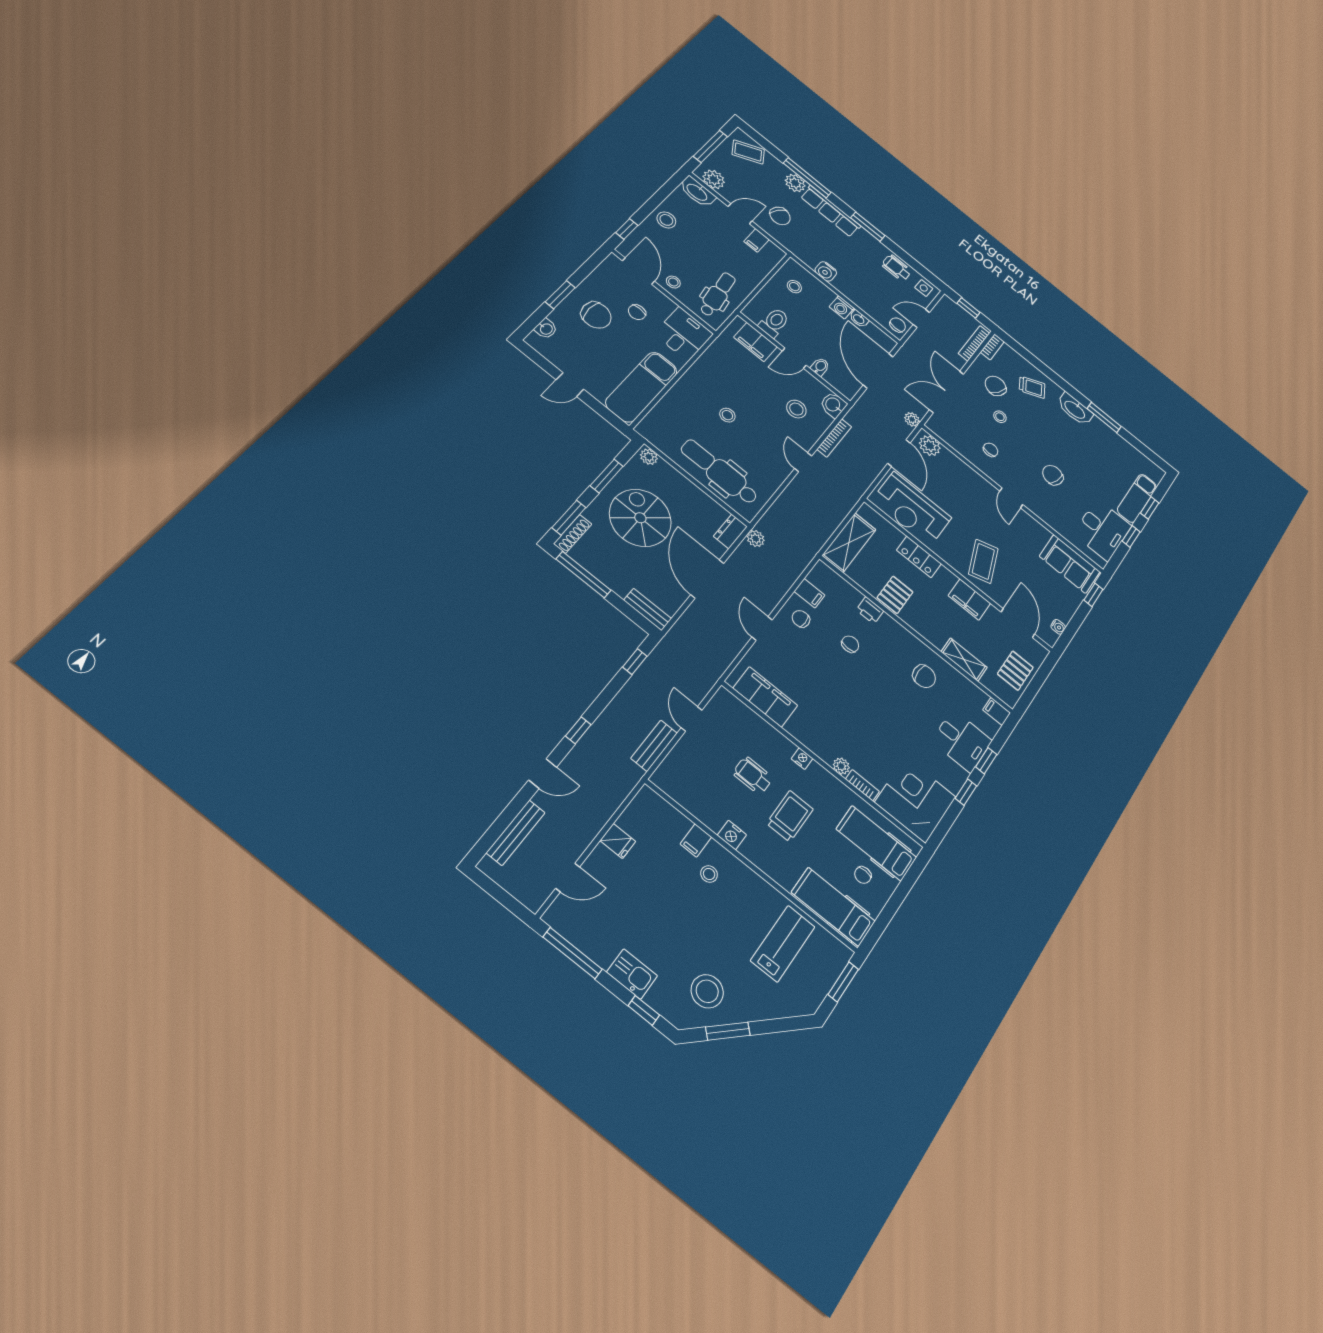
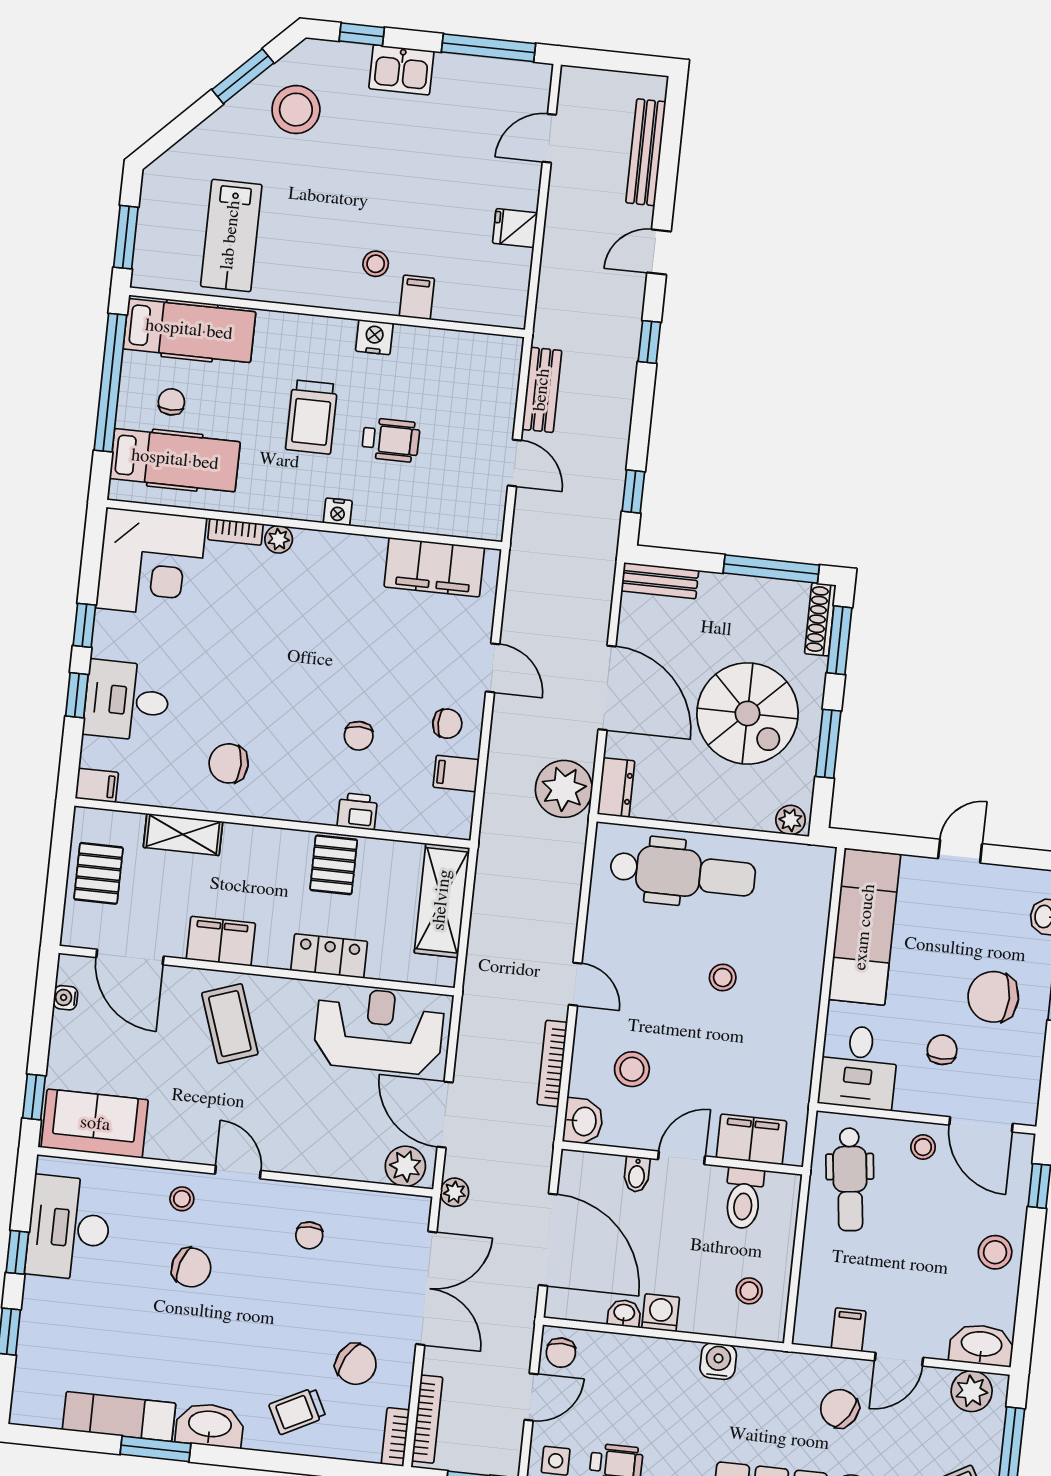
stool: (1000, 417) -> (182, 1199), moved
exam couch: (1137, 498) -> (119, 1417), moved, turned -90
plant: (756, 539) -> (564, 789), width x1.87, depth x1.87
window: (891, 907) -> (110, 383), added

